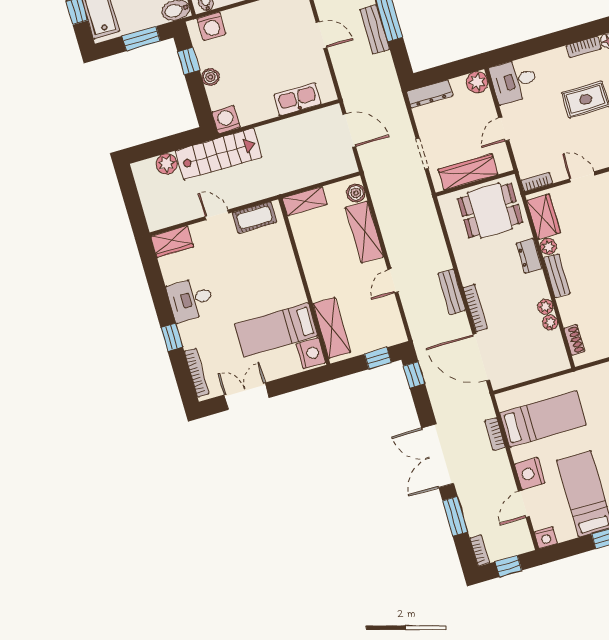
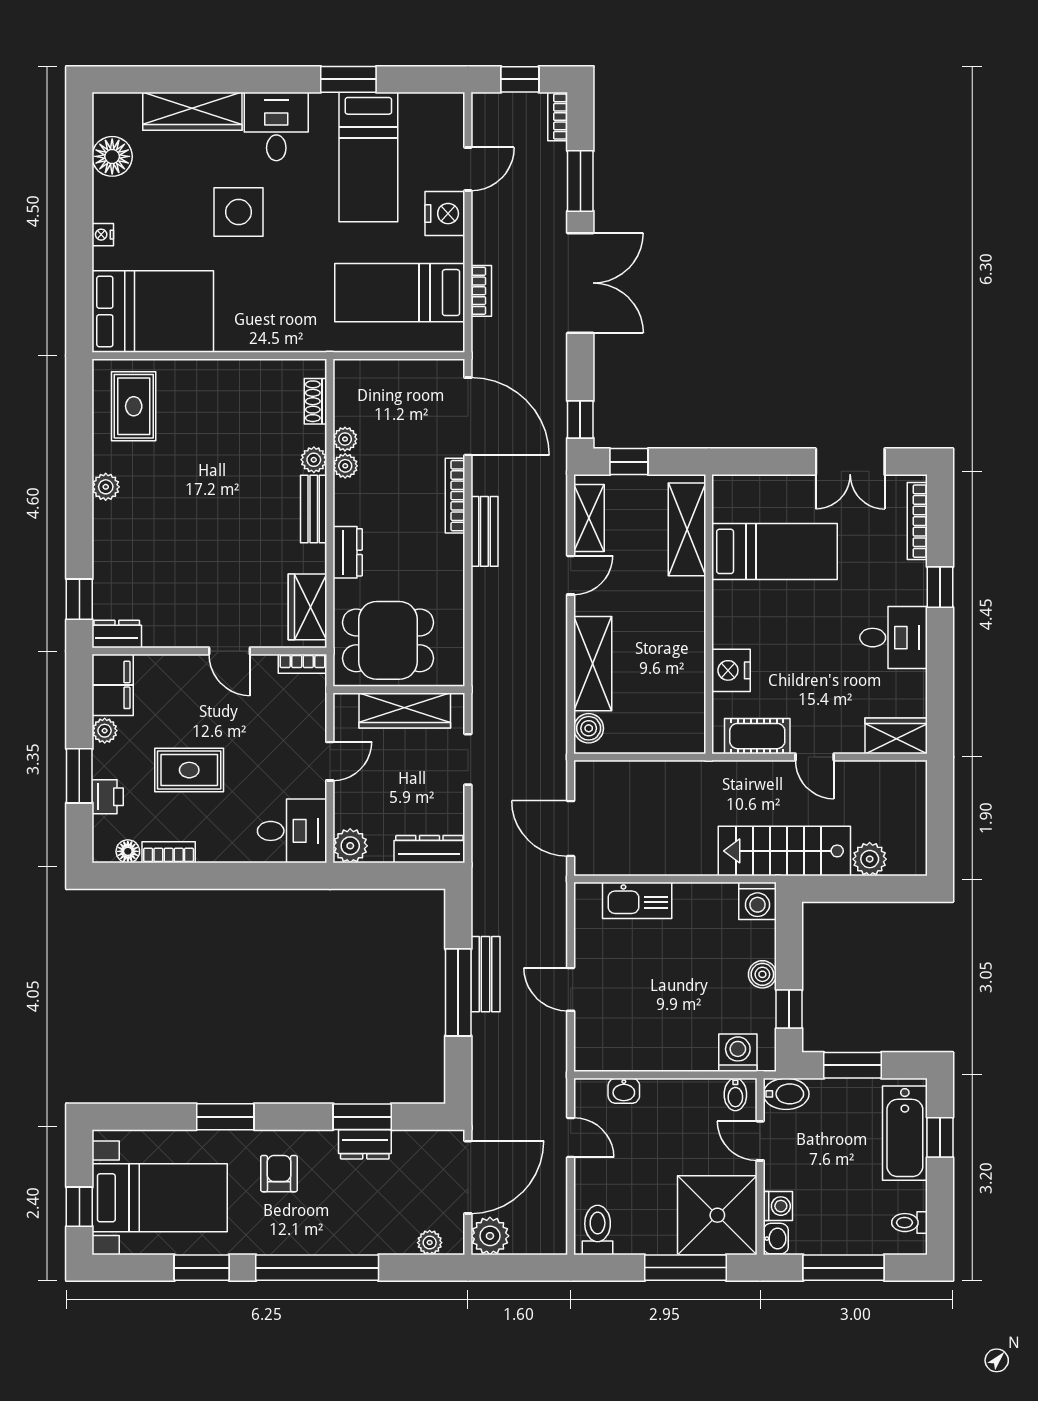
shelving: (305, 201) -> (589, 518), moved, turned 90
plant: (548, 246) -> (314, 460), moved
nightstand: (311, 353) -> (731, 670), moved
nightstand: (546, 538) -> (449, 107), removed

